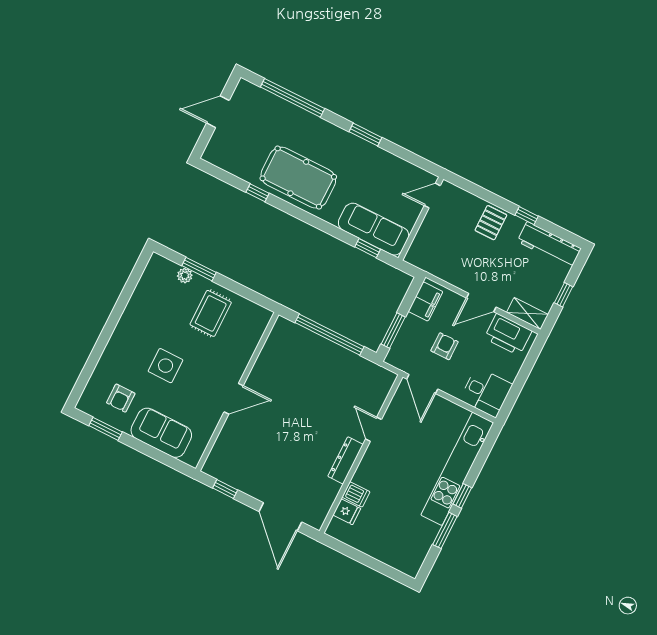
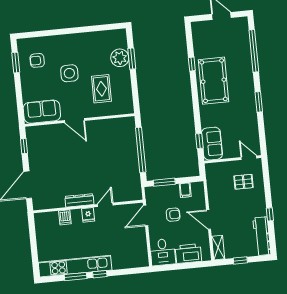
pallet: (491, 223) -> (244, 182), moved
sofa: (374, 229) -> (212, 144), width x0.73
plant: (185, 276) -> (120, 58), width x1.87, depth x1.87
filing cabinet: (425, 301) -> (185, 190), width x0.50
rug: (211, 313) -> (101, 89), moved, turned 90
printer: (508, 335) -> (188, 254), moved, turned 90
sofa: (161, 433) -> (42, 112), moved, turned -90
kitchen unit: (457, 469) -> (75, 266), moved
fridge: (347, 512) -> (88, 215), moved

